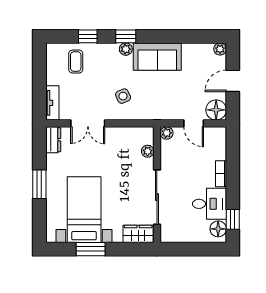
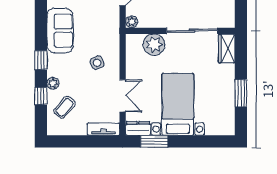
plant: (126, 49) -> (53, 83), moved
coffee table: (76, 62) -> (65, 107), turned -49
plant: (148, 151) -> (154, 45), width x1.87, depth x1.87
window: (39, 184) -> (154, 141), moved
bed with nightstands: (84, 210) -> (178, 104), moved, turned 90

